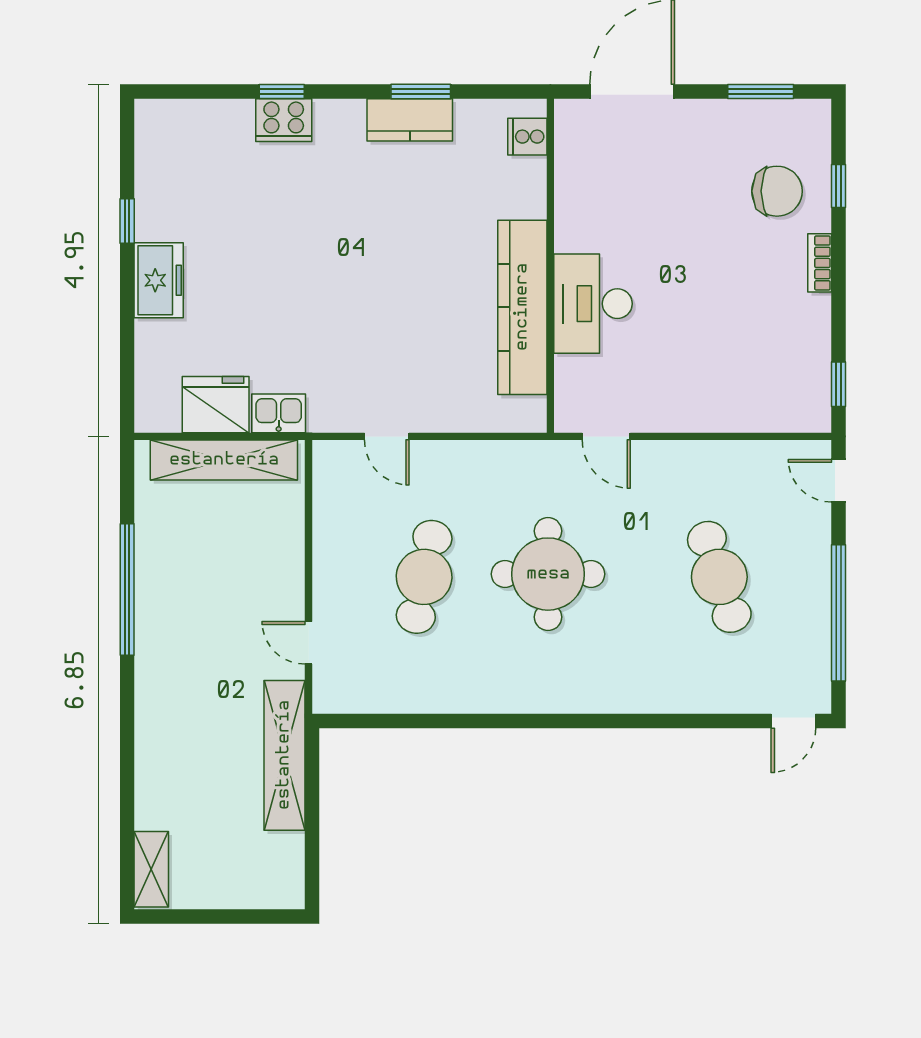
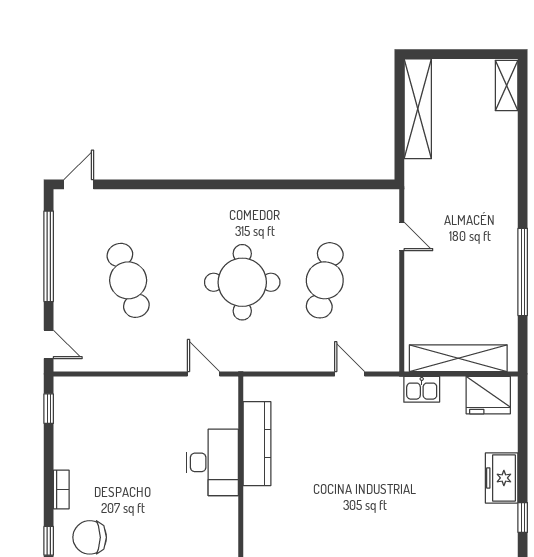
kitchen counter: (522, 307) -> (257, 444), width x0.72, depth x0.86
fridge: (216, 405) -> (488, 395), moved
shelving: (284, 755) -> (418, 109), moved

